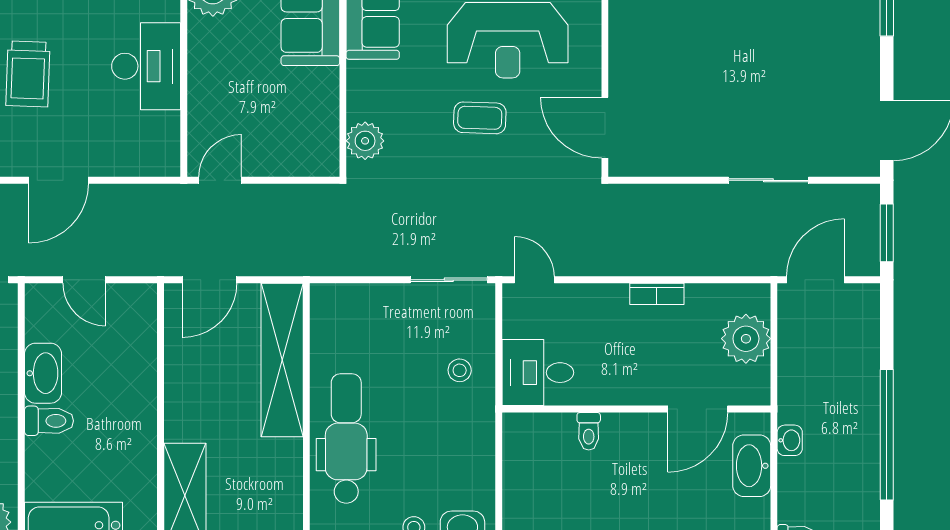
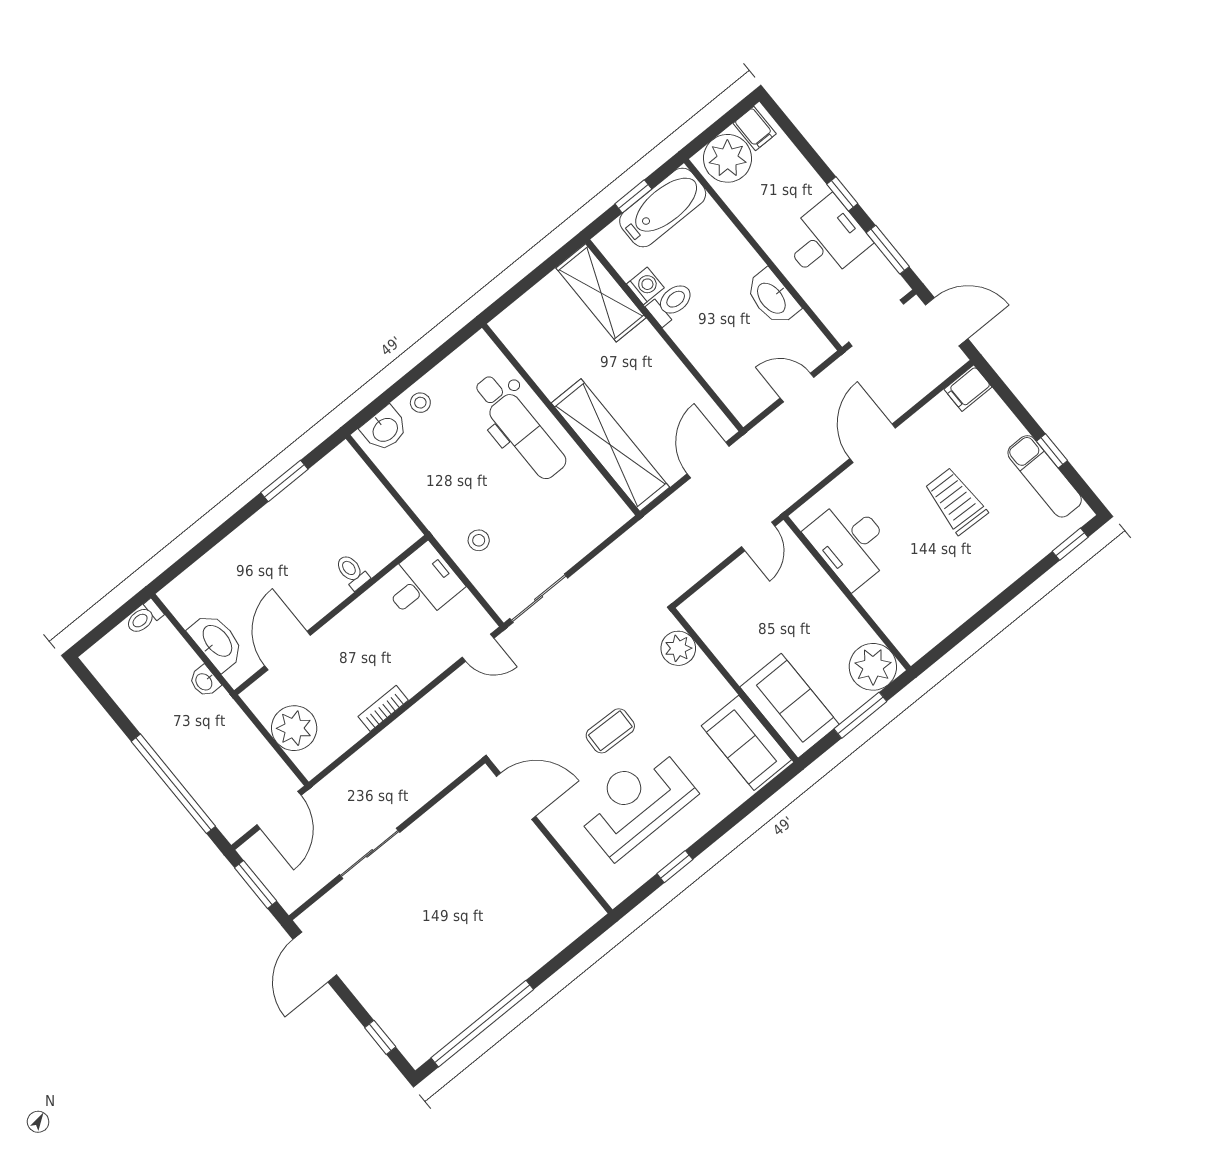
desk: (146, 66) -> (851, 543), moved
toilet: (49, 421) -> (671, 303), moved, turned 180
window: (887, 435) -> (173, 784), moved
washing machine: (142, 471) -> (645, 286), added

